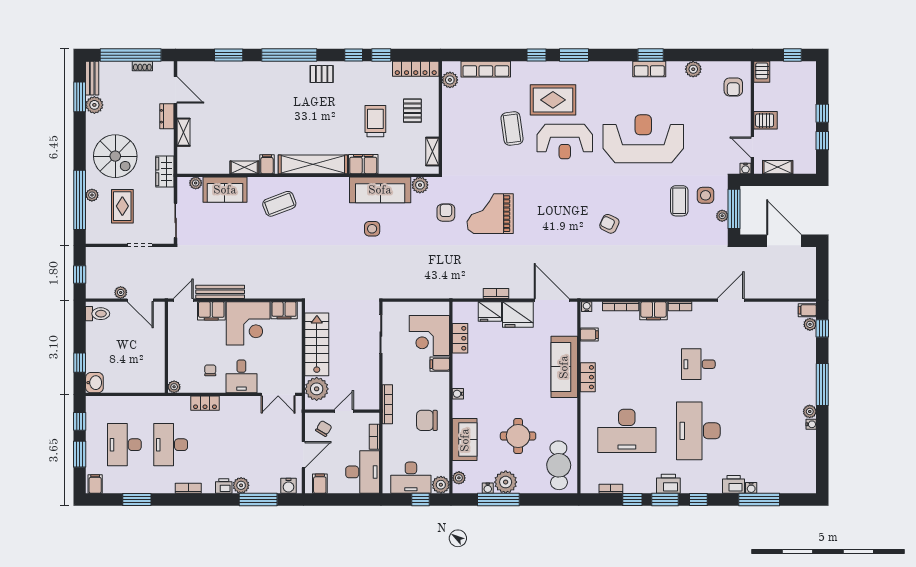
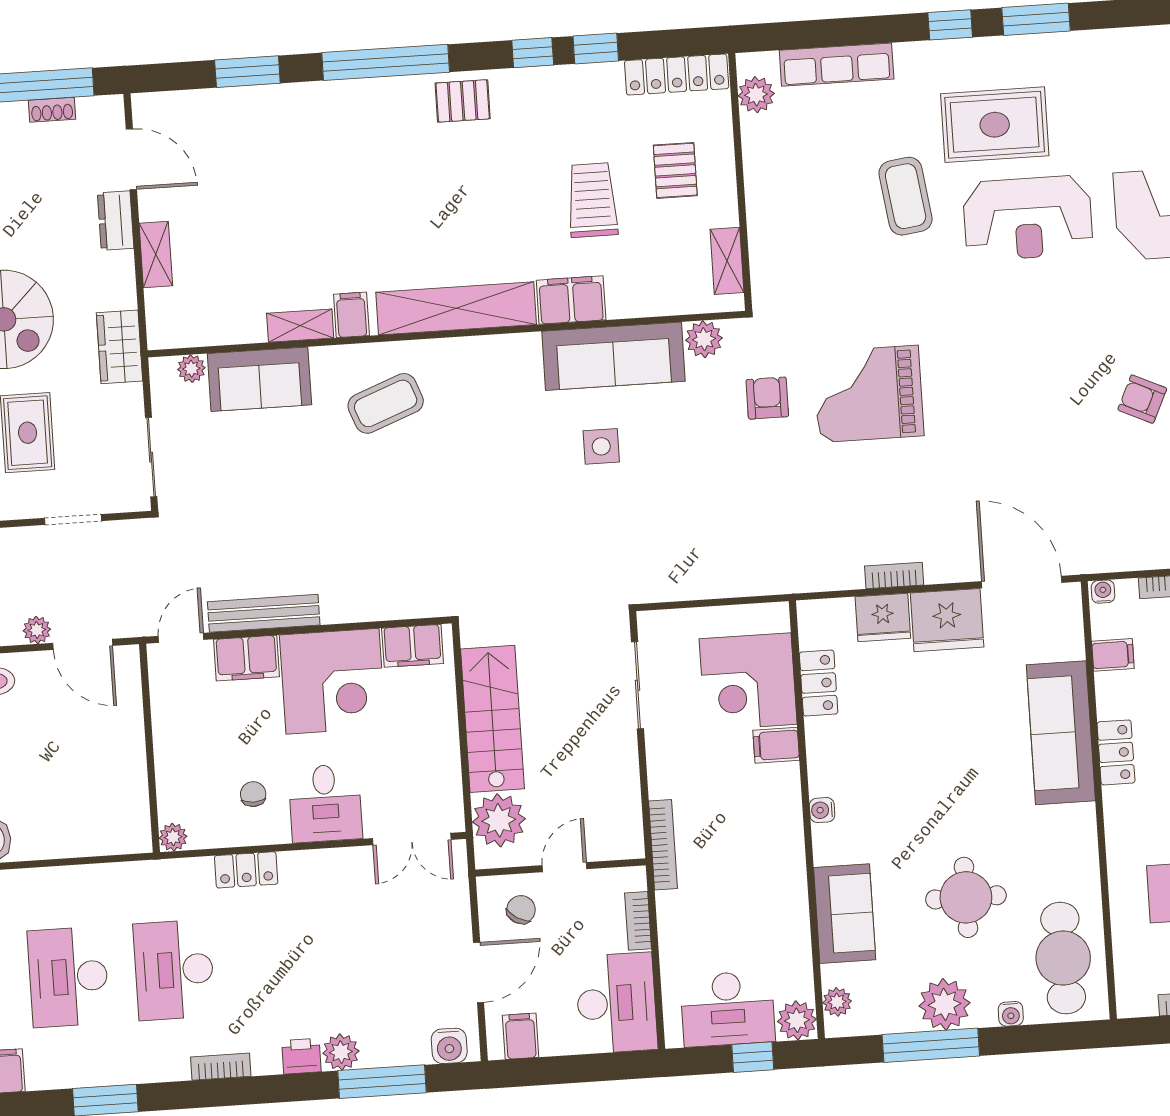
chair: (427, 420) -> (755, 876), removed
water cooler: (488, 488) -> (1011, 1014), moved

